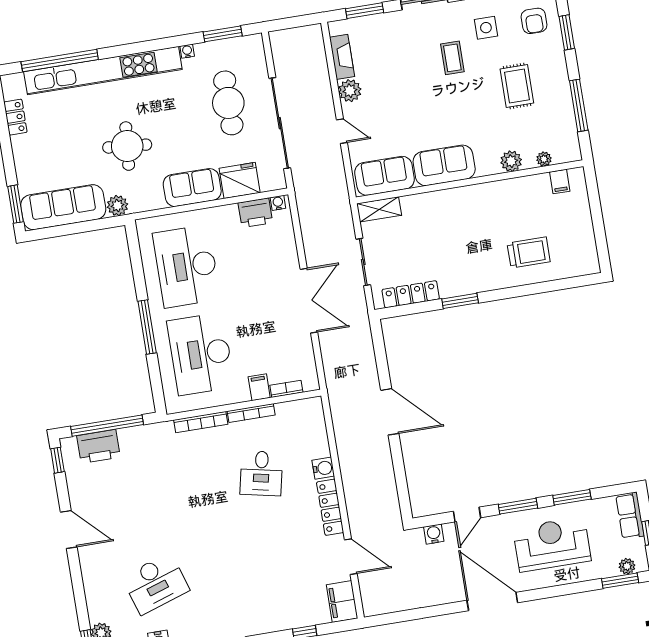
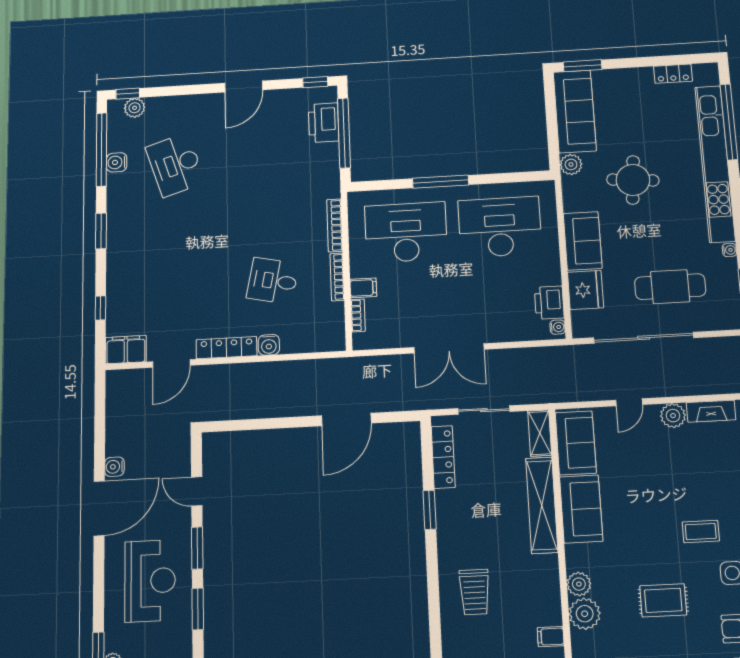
plant: (544, 159) -> (585, 614), width x1.88, depth x1.88
shelving: (445, 201) -> (542, 505), added
door: (390, 412) -> (346, 419), moved
water cooler: (434, 534) -> (114, 467), moved, turned 180

